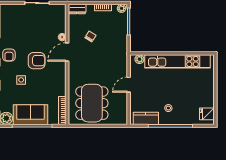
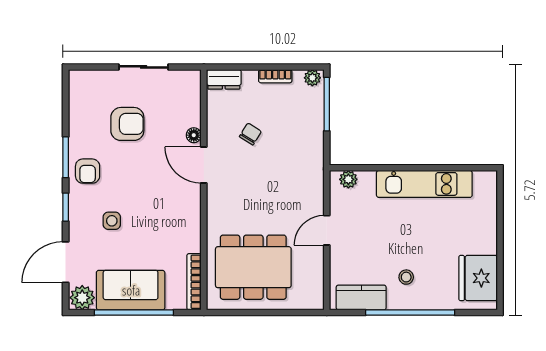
door: (67, 52) -> (204, 165), hinge flipped
armchair: (37, 61) -> (127, 124), moved
kitchen unit: (177, 61) -> (424, 184), width x0.73
dining table: (92, 103) -> (253, 267), turned 90
fridge: (207, 114) -> (478, 278), width x1.88, depth x1.34

